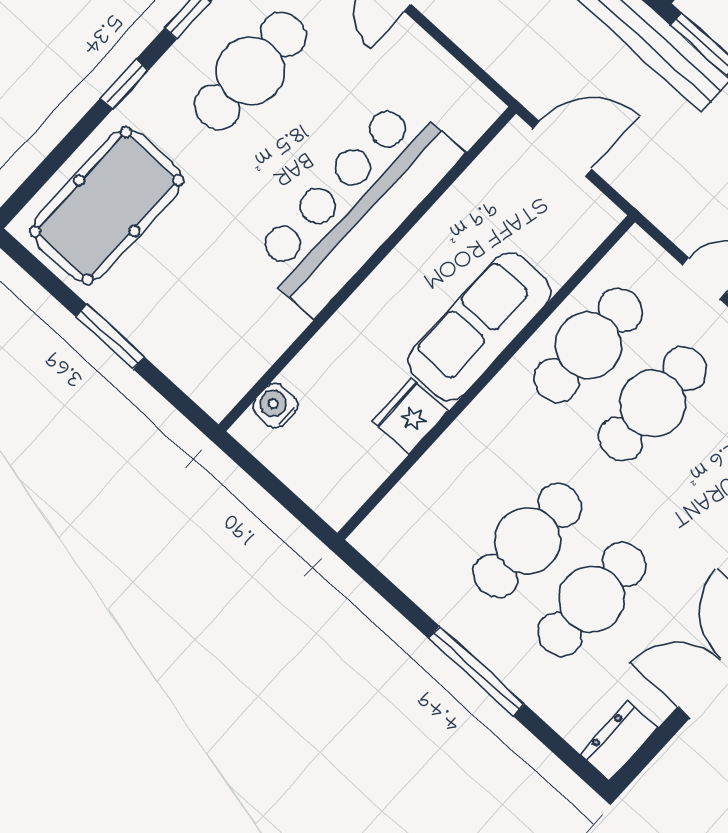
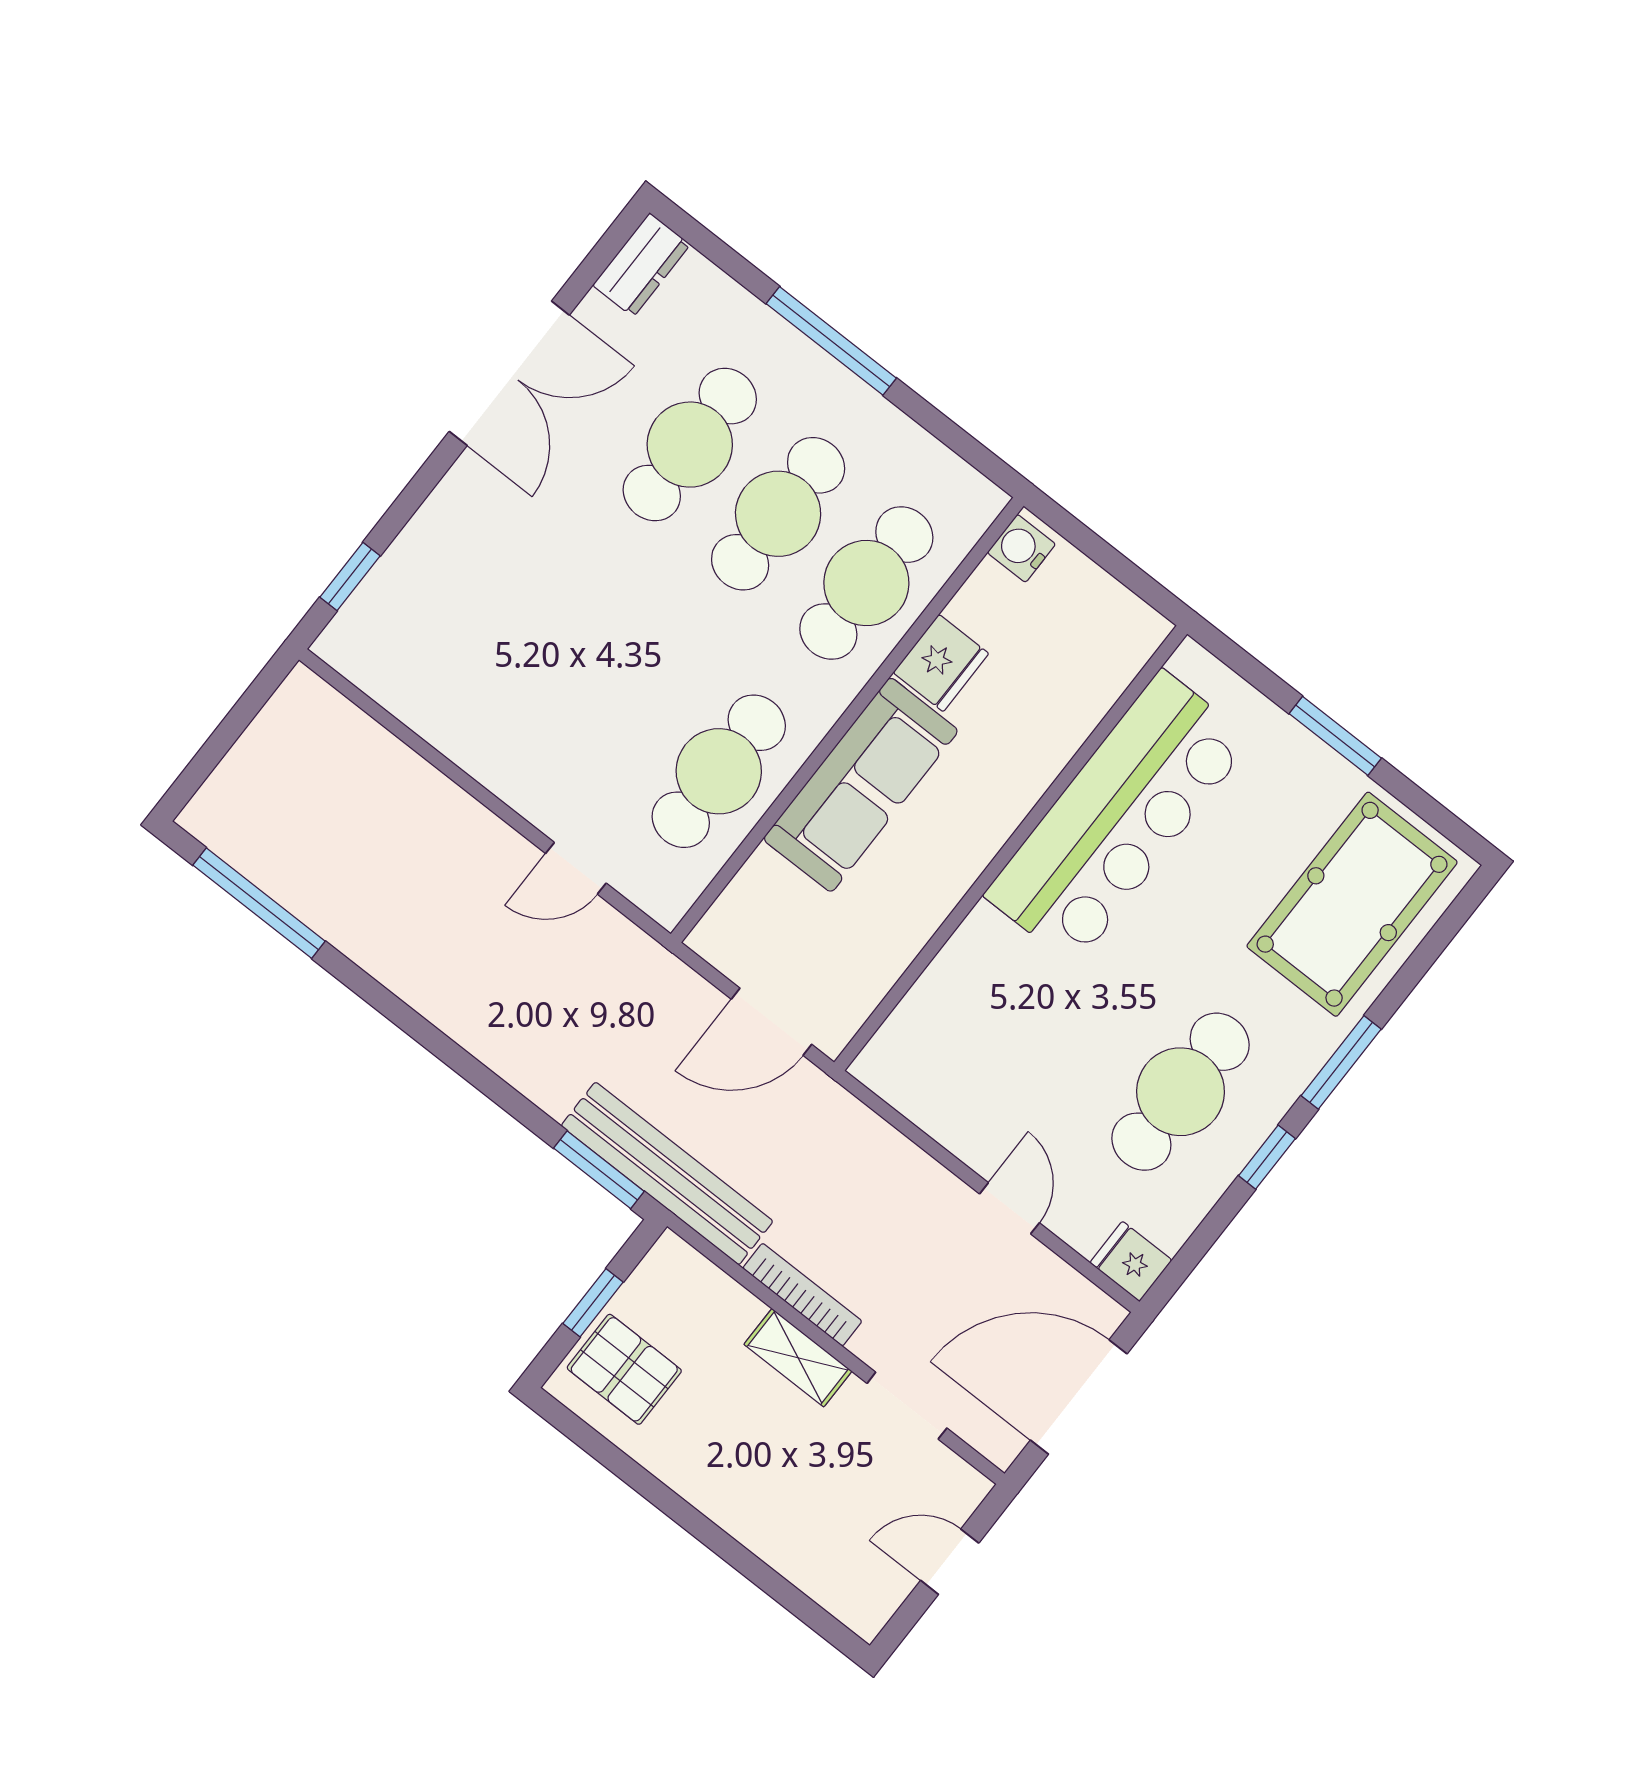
window: (124, 84) -> (1341, 1062), width x1.50
bar counter: (356, 206) -> (1118, 818), moved
cafe table: (653, 404) -> (866, 583), moved
water cooler: (275, 406) -> (1021, 548), moved, turned 180

